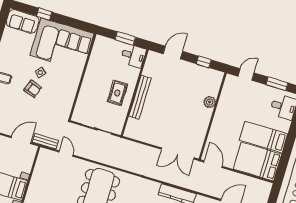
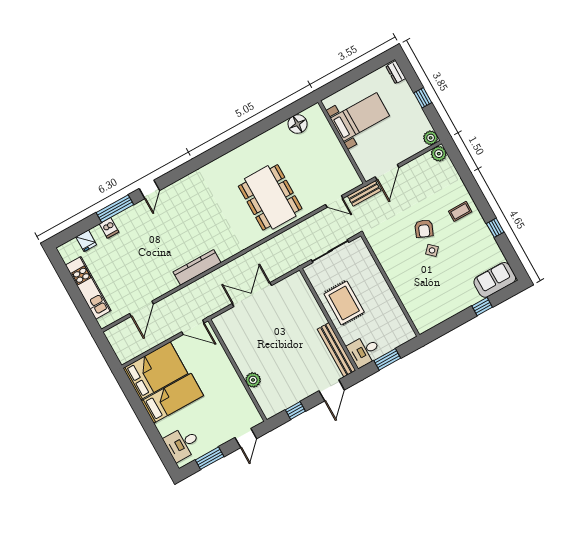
corner sofa: (62, 44) -> (438, 296), removed
armchair: (33, 89) -> (424, 229), turned -87
rug: (117, 93) -> (344, 303), width x1.36, depth x1.43
bench: (140, 97) -> (336, 350), moved
double door: (178, 154) -> (252, 295), moved

